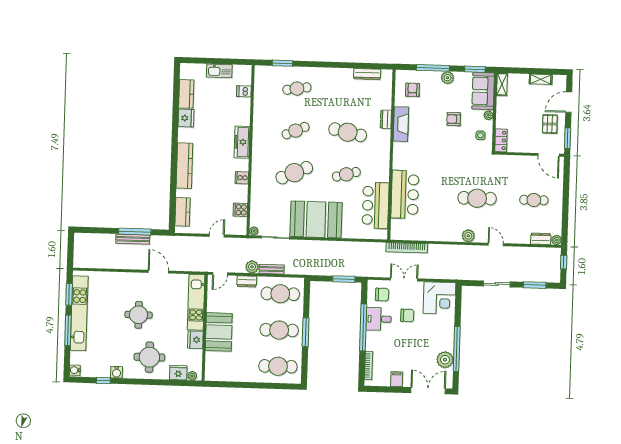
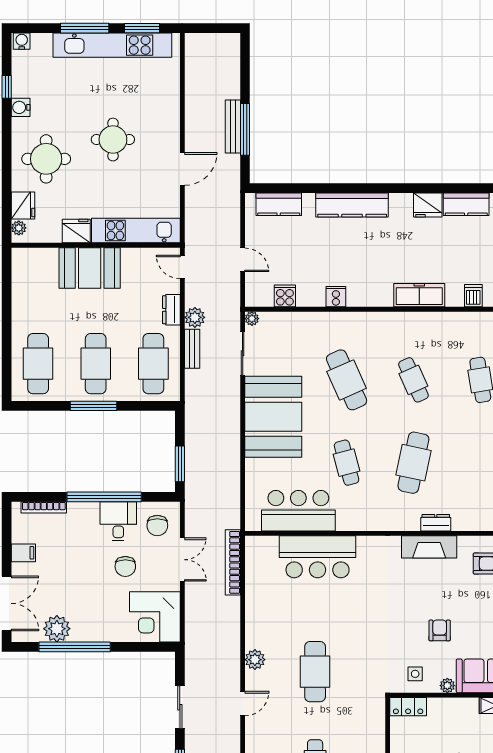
freezer: (242, 142) -> (419, 295), moved

